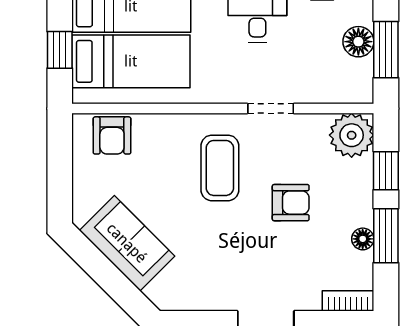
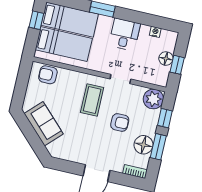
window: (60, 50) -> (36, 20), moved
window: (386, 50) -> (177, 65), width x0.67
armchair: (112, 135) -> (48, 75), turned 90
floor lamp: (363, 239) -> (143, 145), width x1.89, depth x1.89

